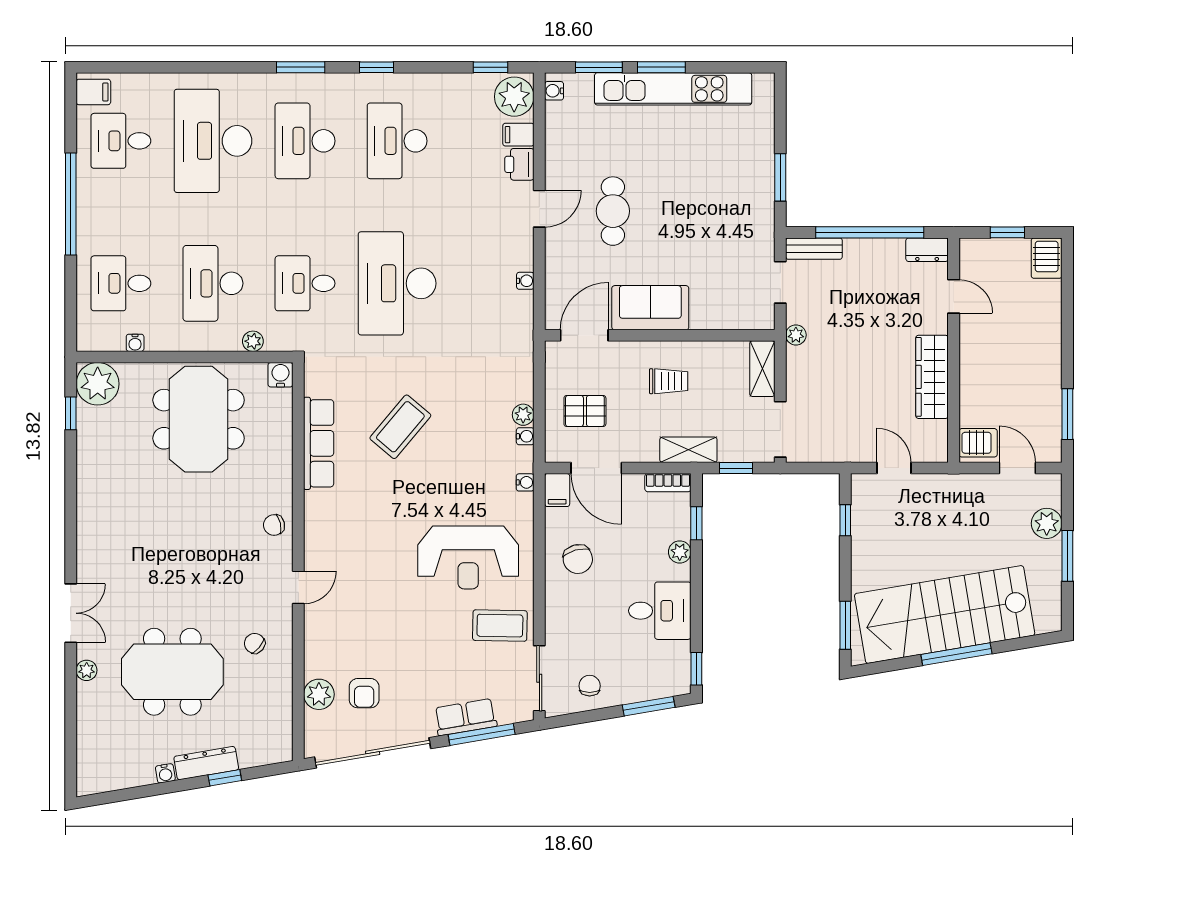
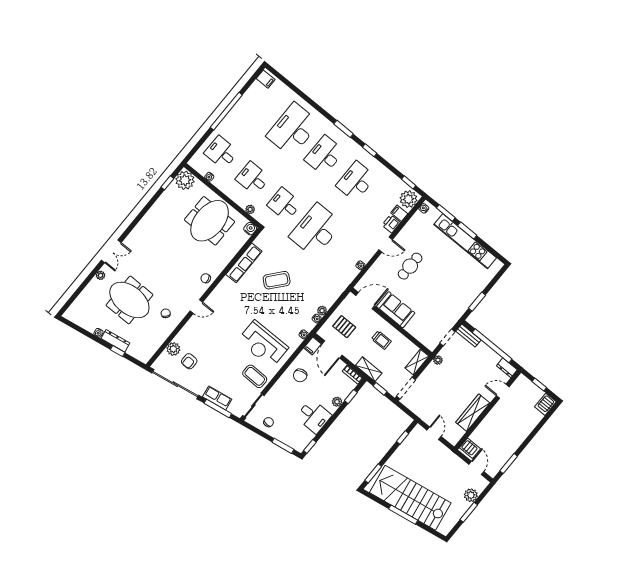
desk: (121, 141) -> (261, 104), removed
desk: (213, 283) -> (253, 178), width x0.73
door: (954, 296) -> (503, 391), swing flipped

